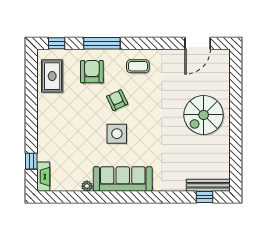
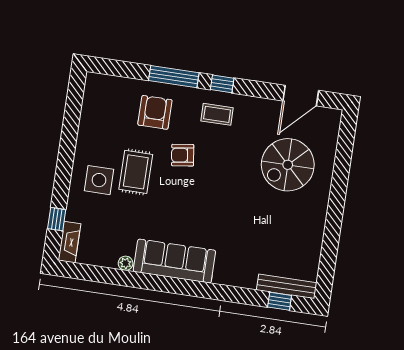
window: (57, 43) -> (222, 84), moved
rug: (52, 76) -> (136, 172), moved
armchair: (117, 100) -> (183, 155), turned -73
spiral stairs: (204, 115) -> (288, 165), moved
side table: (117, 134) -> (99, 180), moved

